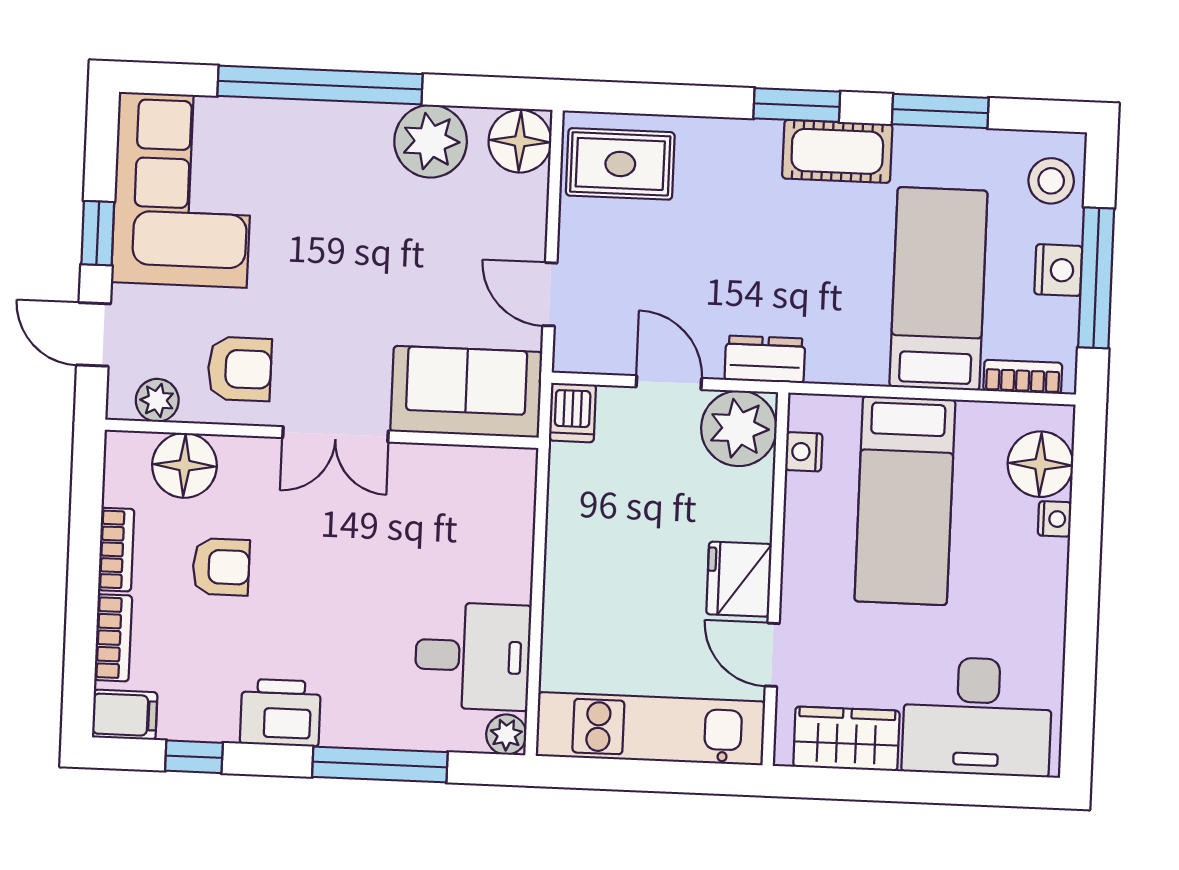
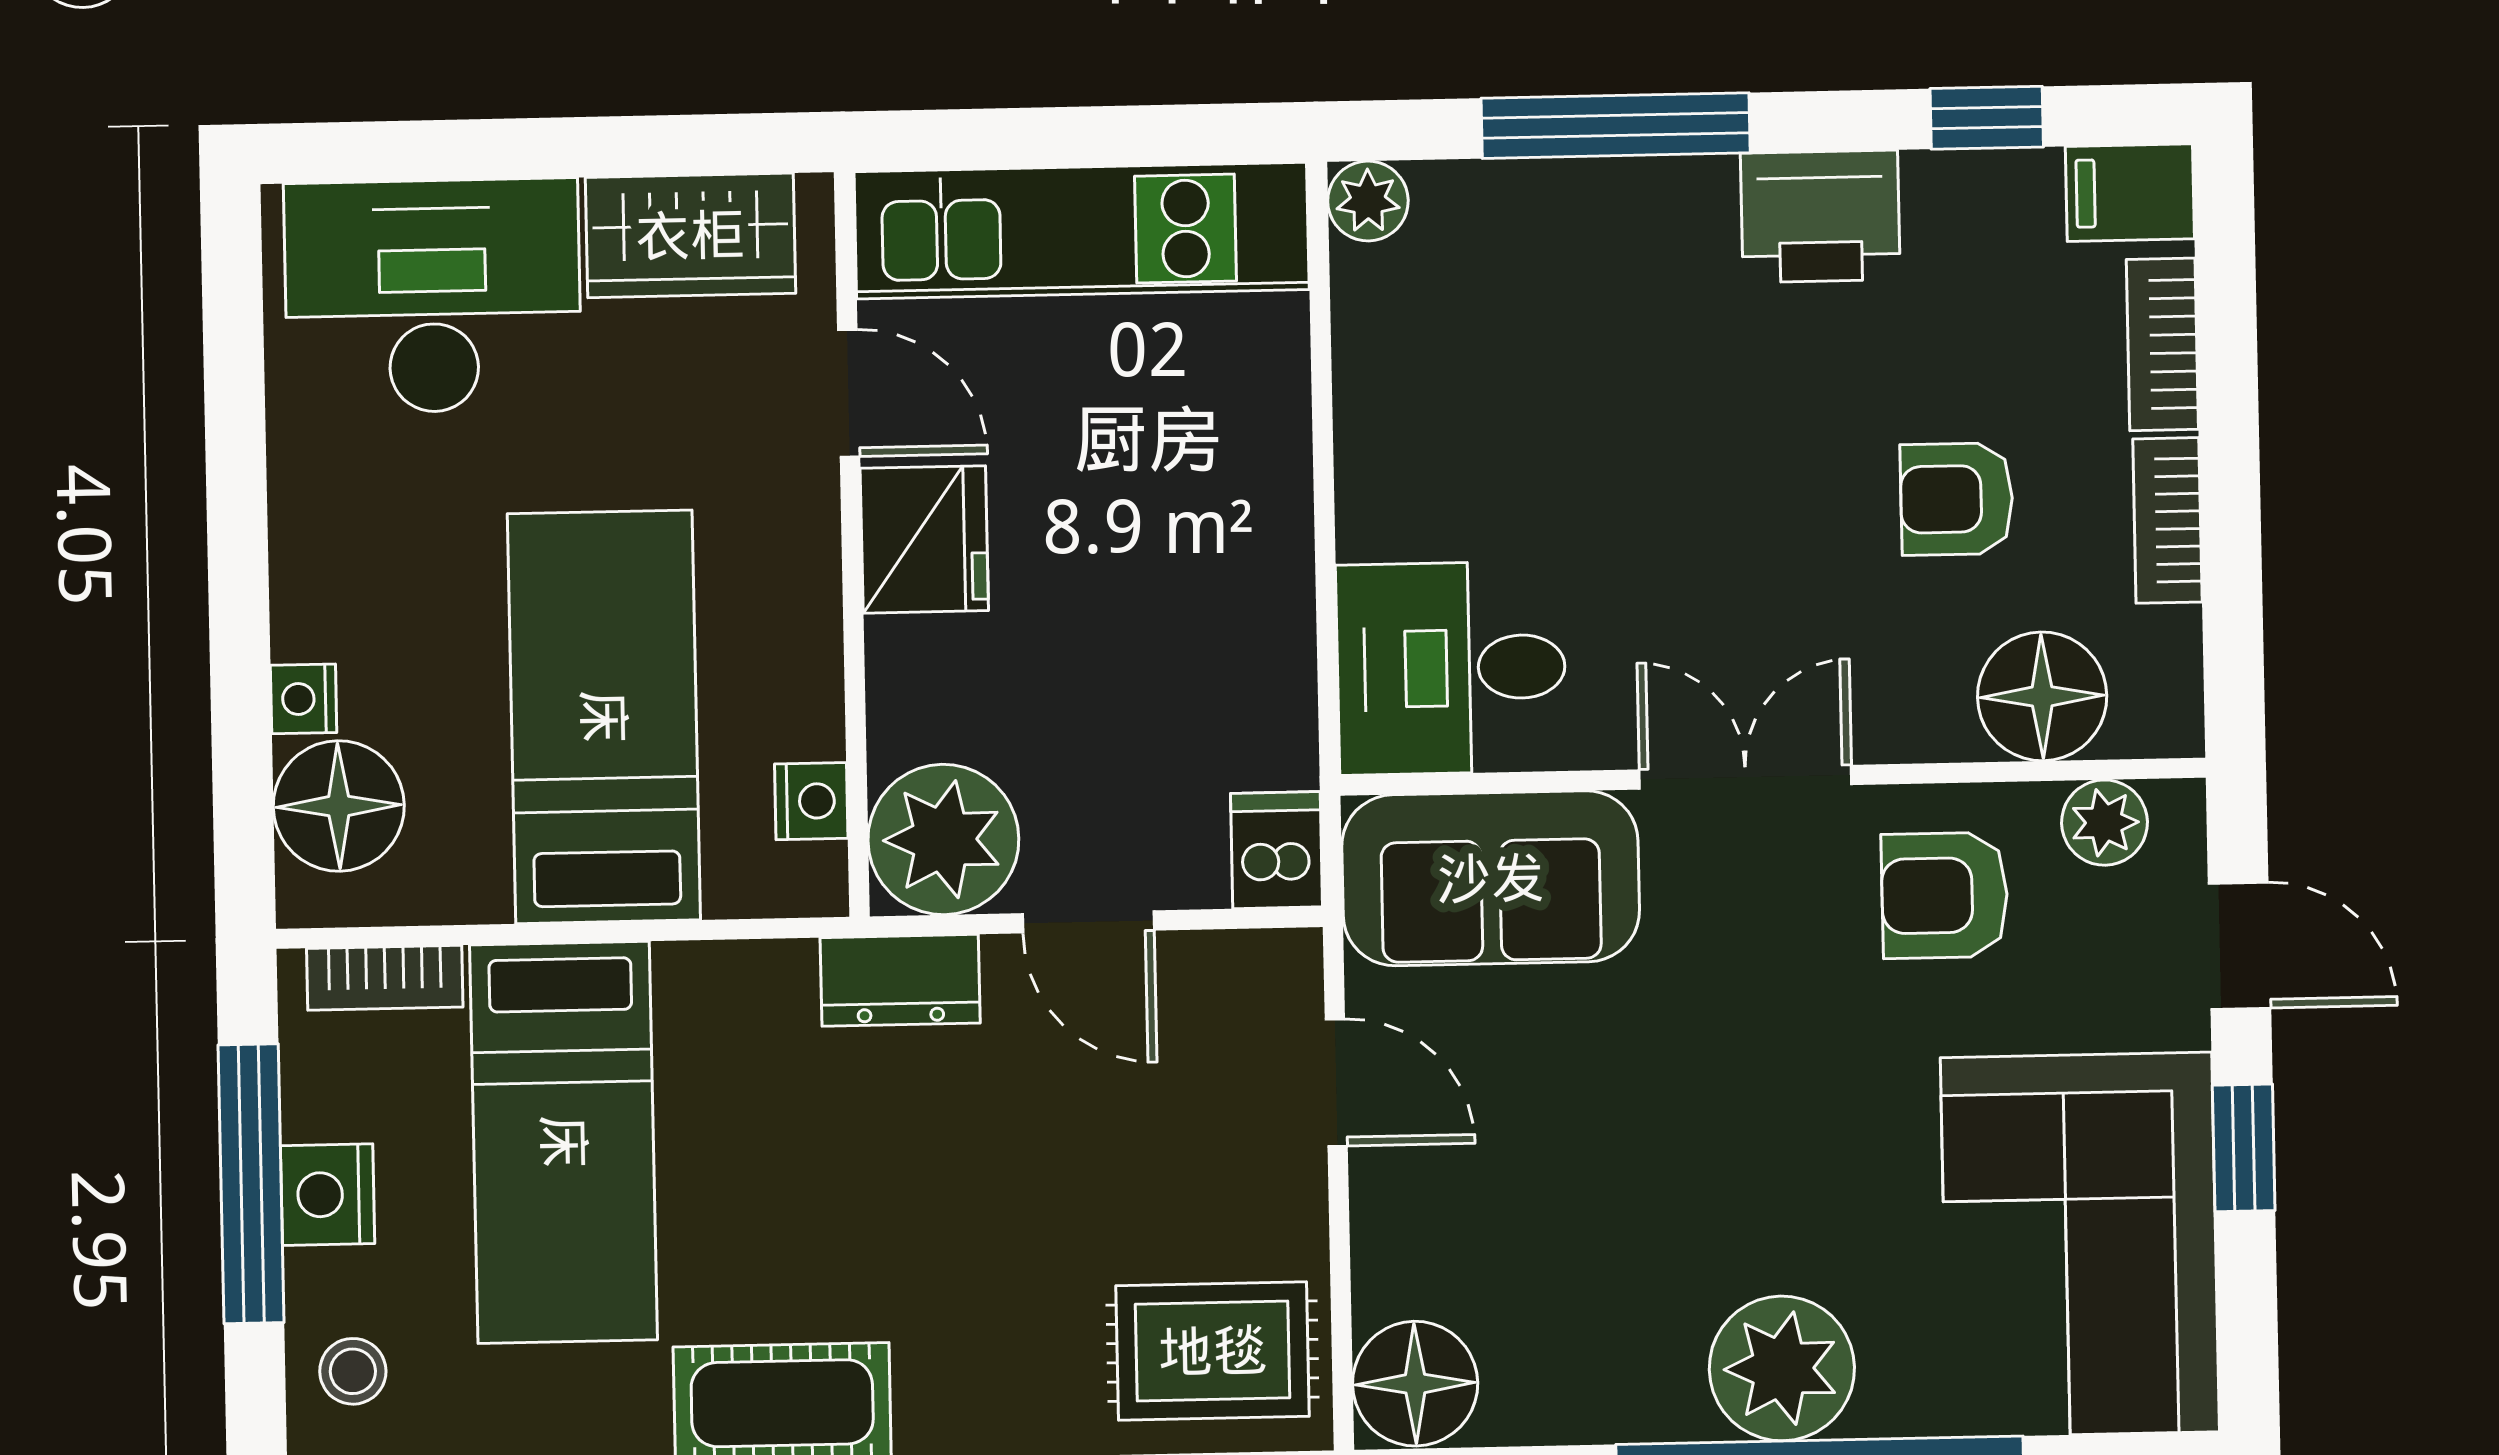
plant: (431, 141) -> (1782, 1368), moved
stool: (1051, 181) -> (353, 1371), width x0.73, depth x0.73
desk: (473, 656) -> (1451, 668), moved

